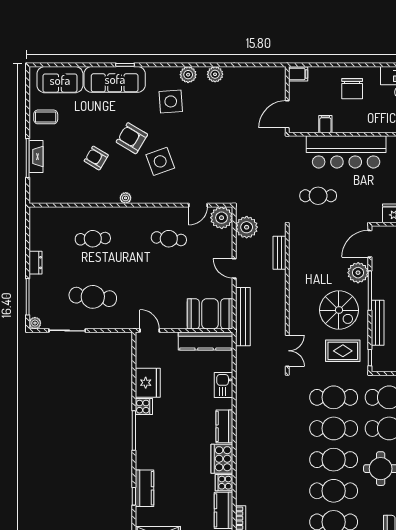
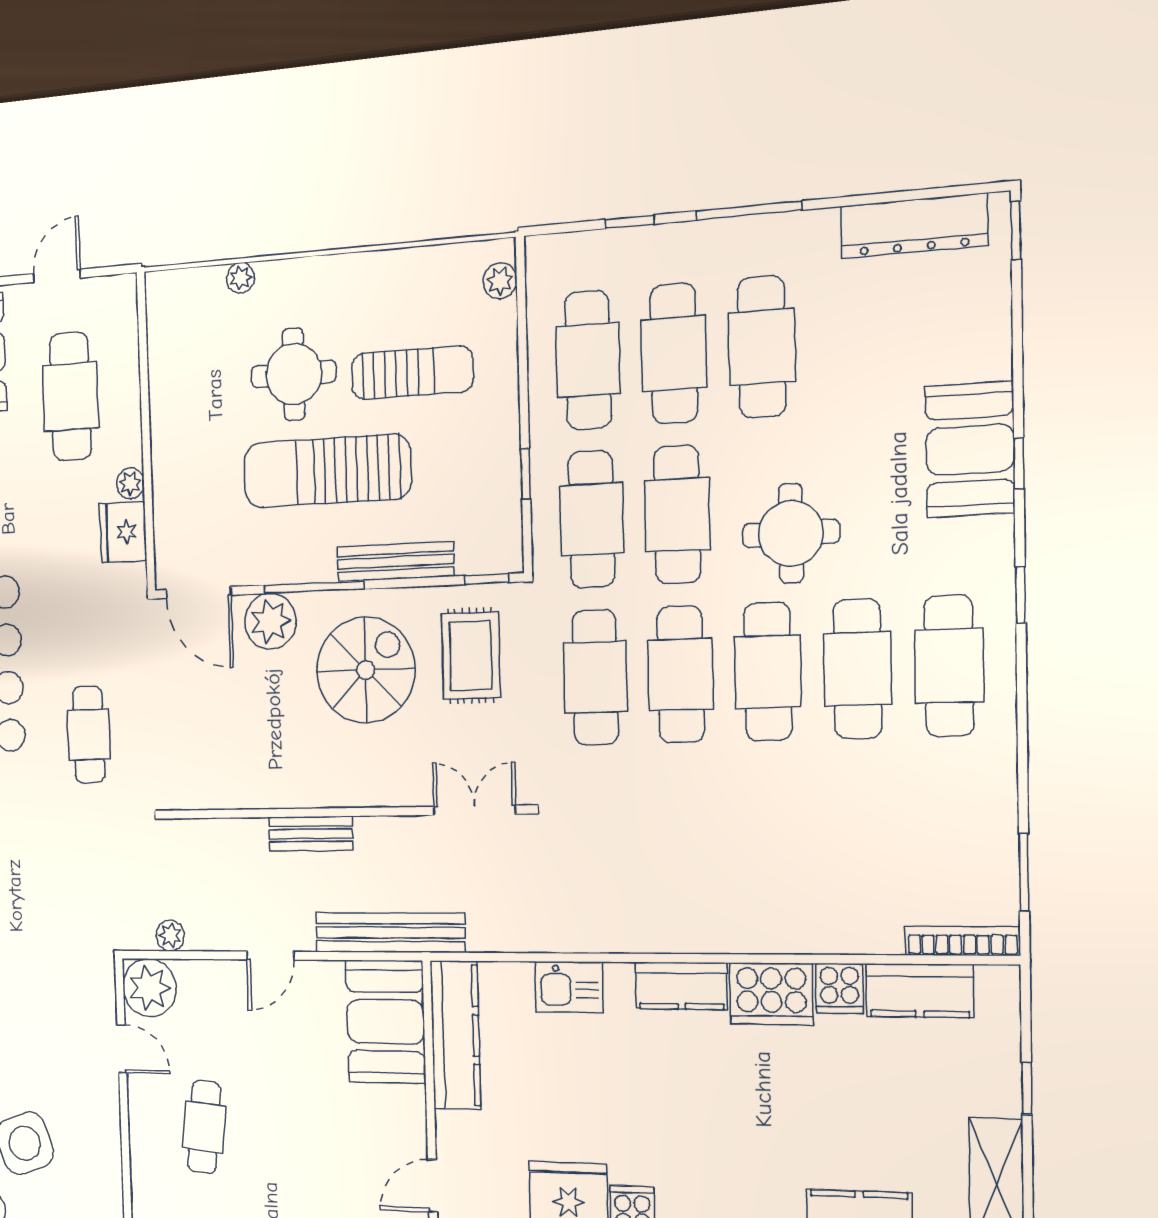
plant: (247, 227) -> (170, 936), width x0.53, depth x0.53
bench: (279, 253) -> (311, 834), moved

